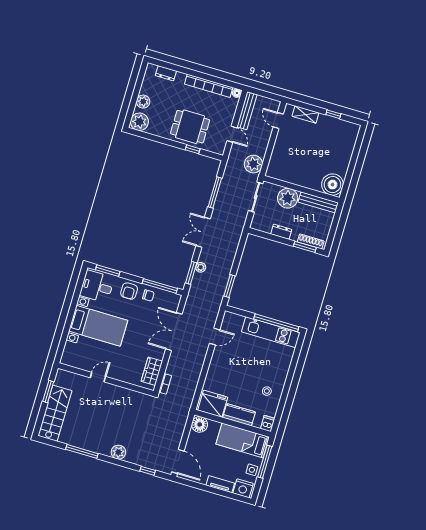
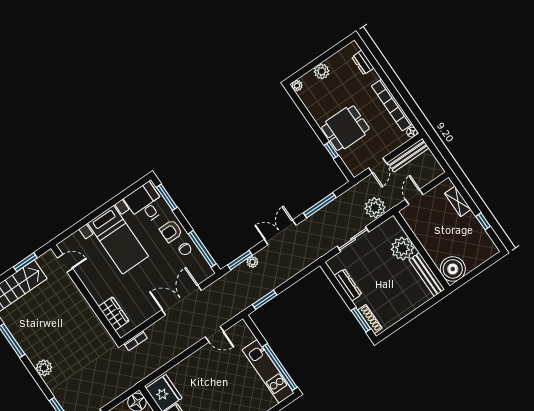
door: (278, 120) -> (414, 197), moved
plant: (139, 122) -> (297, 86), width x0.53, depth x0.53
dining table: (190, 127) -> (345, 128), turned 90
boiler: (333, 185) -> (453, 269), moved
wall: (301, 189) -> (421, 251), moved
plant: (288, 198) -> (403, 248), moved
bench: (318, 202) -> (427, 275), moved
dresser: (281, 232) -> (348, 285), width x1.44
wardrobe: (152, 371) -> (114, 314), moved, turned 90
door: (98, 377) -> (65, 263), moved

